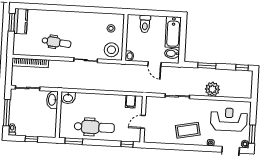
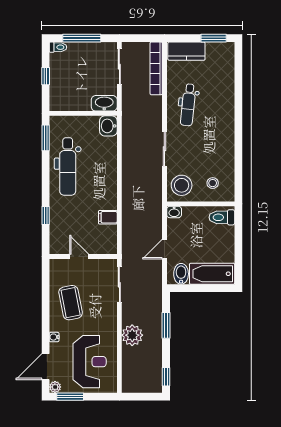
kitchen counter: (21, 21) -> (186, 51), moved
toilet: (145, 24) -> (222, 217), moved
wall: (143, 119) -> (83, 256), moved
door: (143, 122) -> (79, 256), moved

